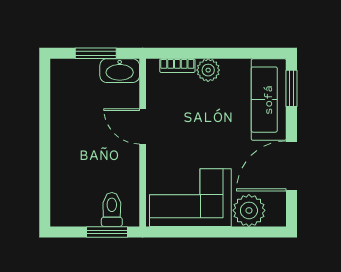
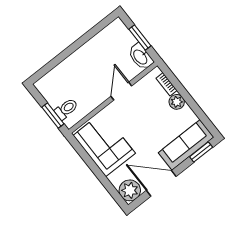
plant: (249, 210) -> (130, 190), moved

